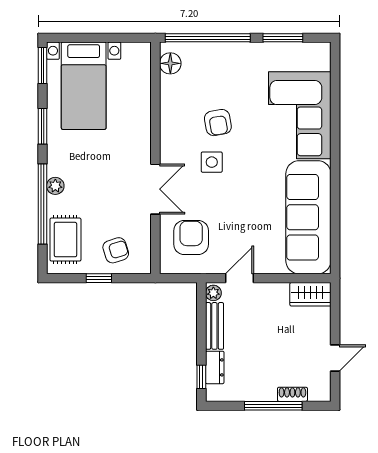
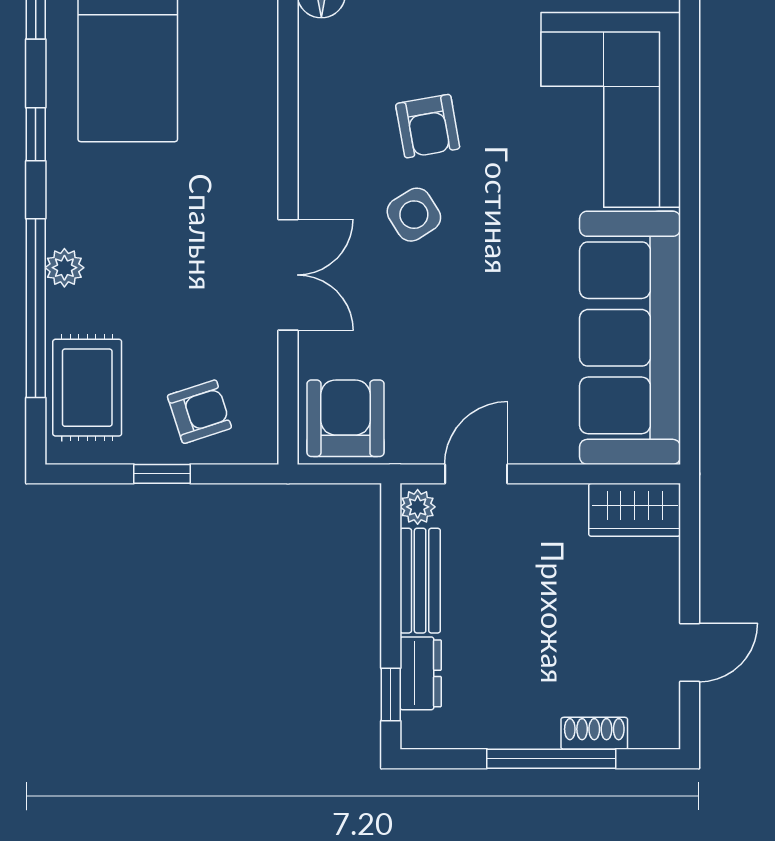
window: (42, 126) -> (36, 134), width x0.67
side table: (212, 162) -> (414, 215), turned -32
armchair: (191, 238) -> (345, 418), moved

